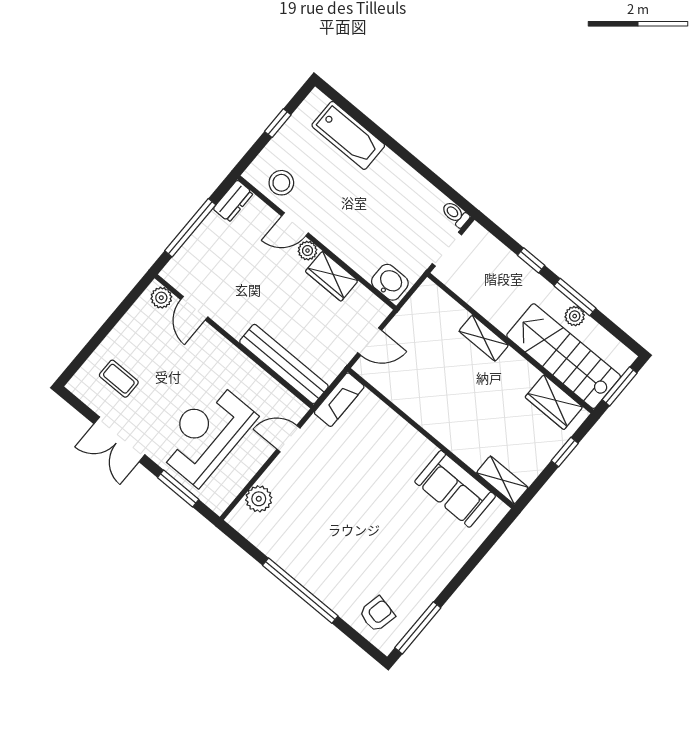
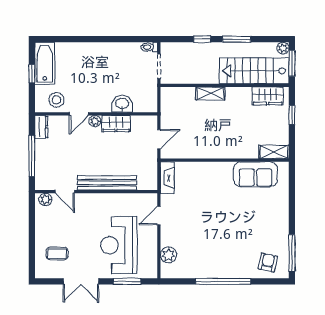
bathtub: (348, 135) -> (45, 63), moved, turned -90
washbasin: (390, 282) -> (122, 104), moved
plant: (575, 316) -> (283, 48), moved
bench: (284, 364) -> (107, 183), moved

